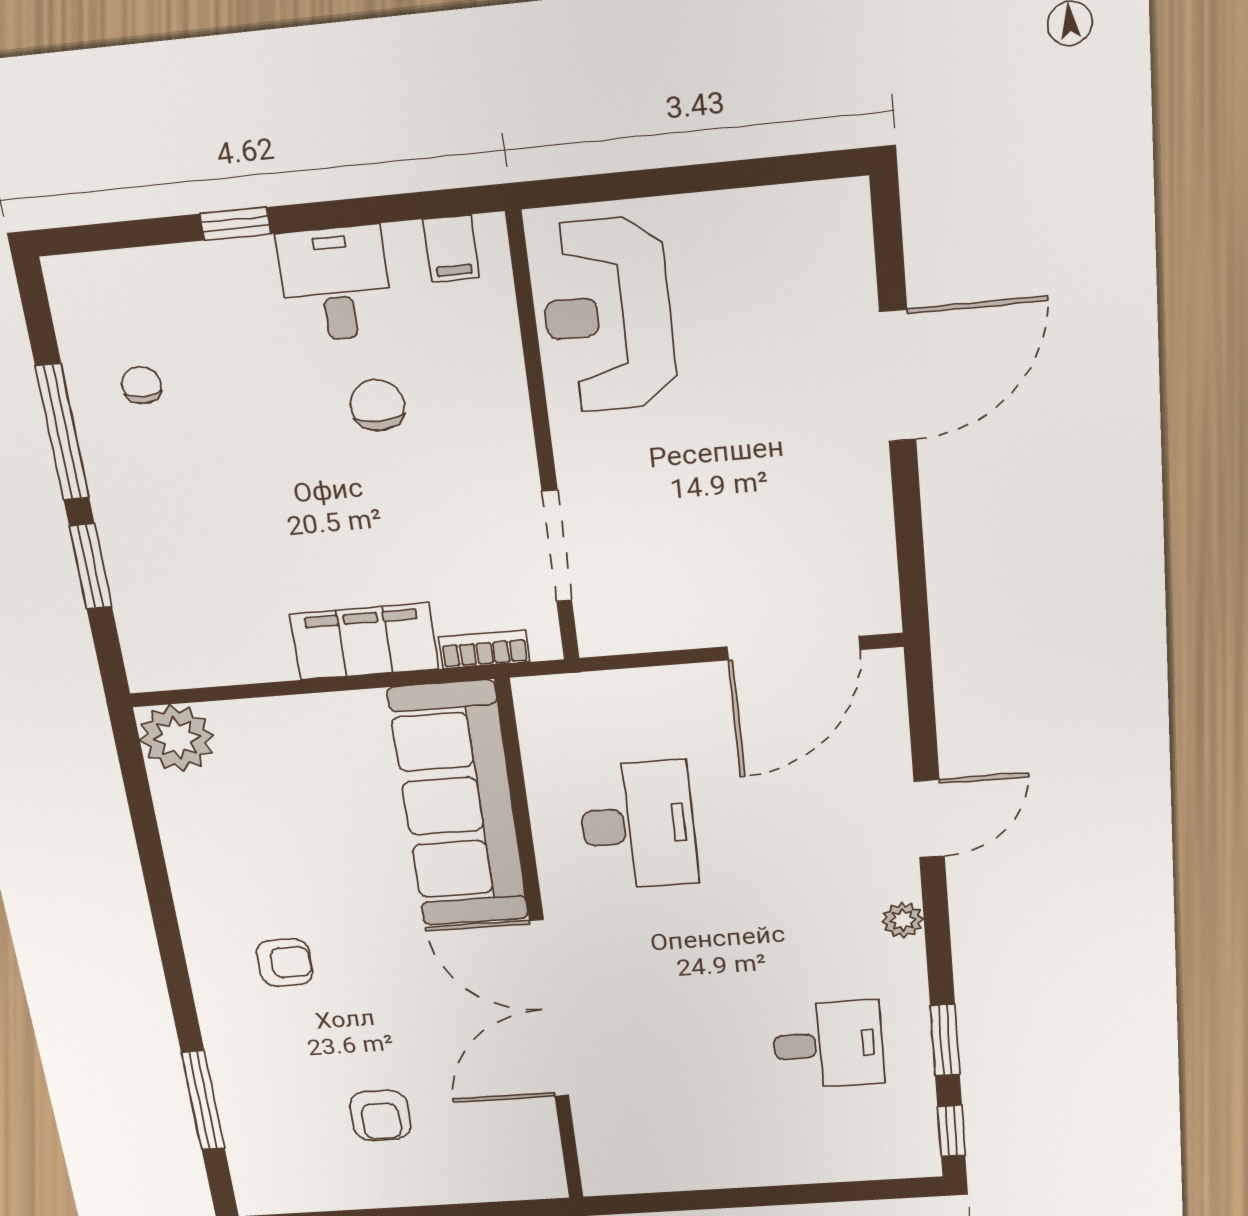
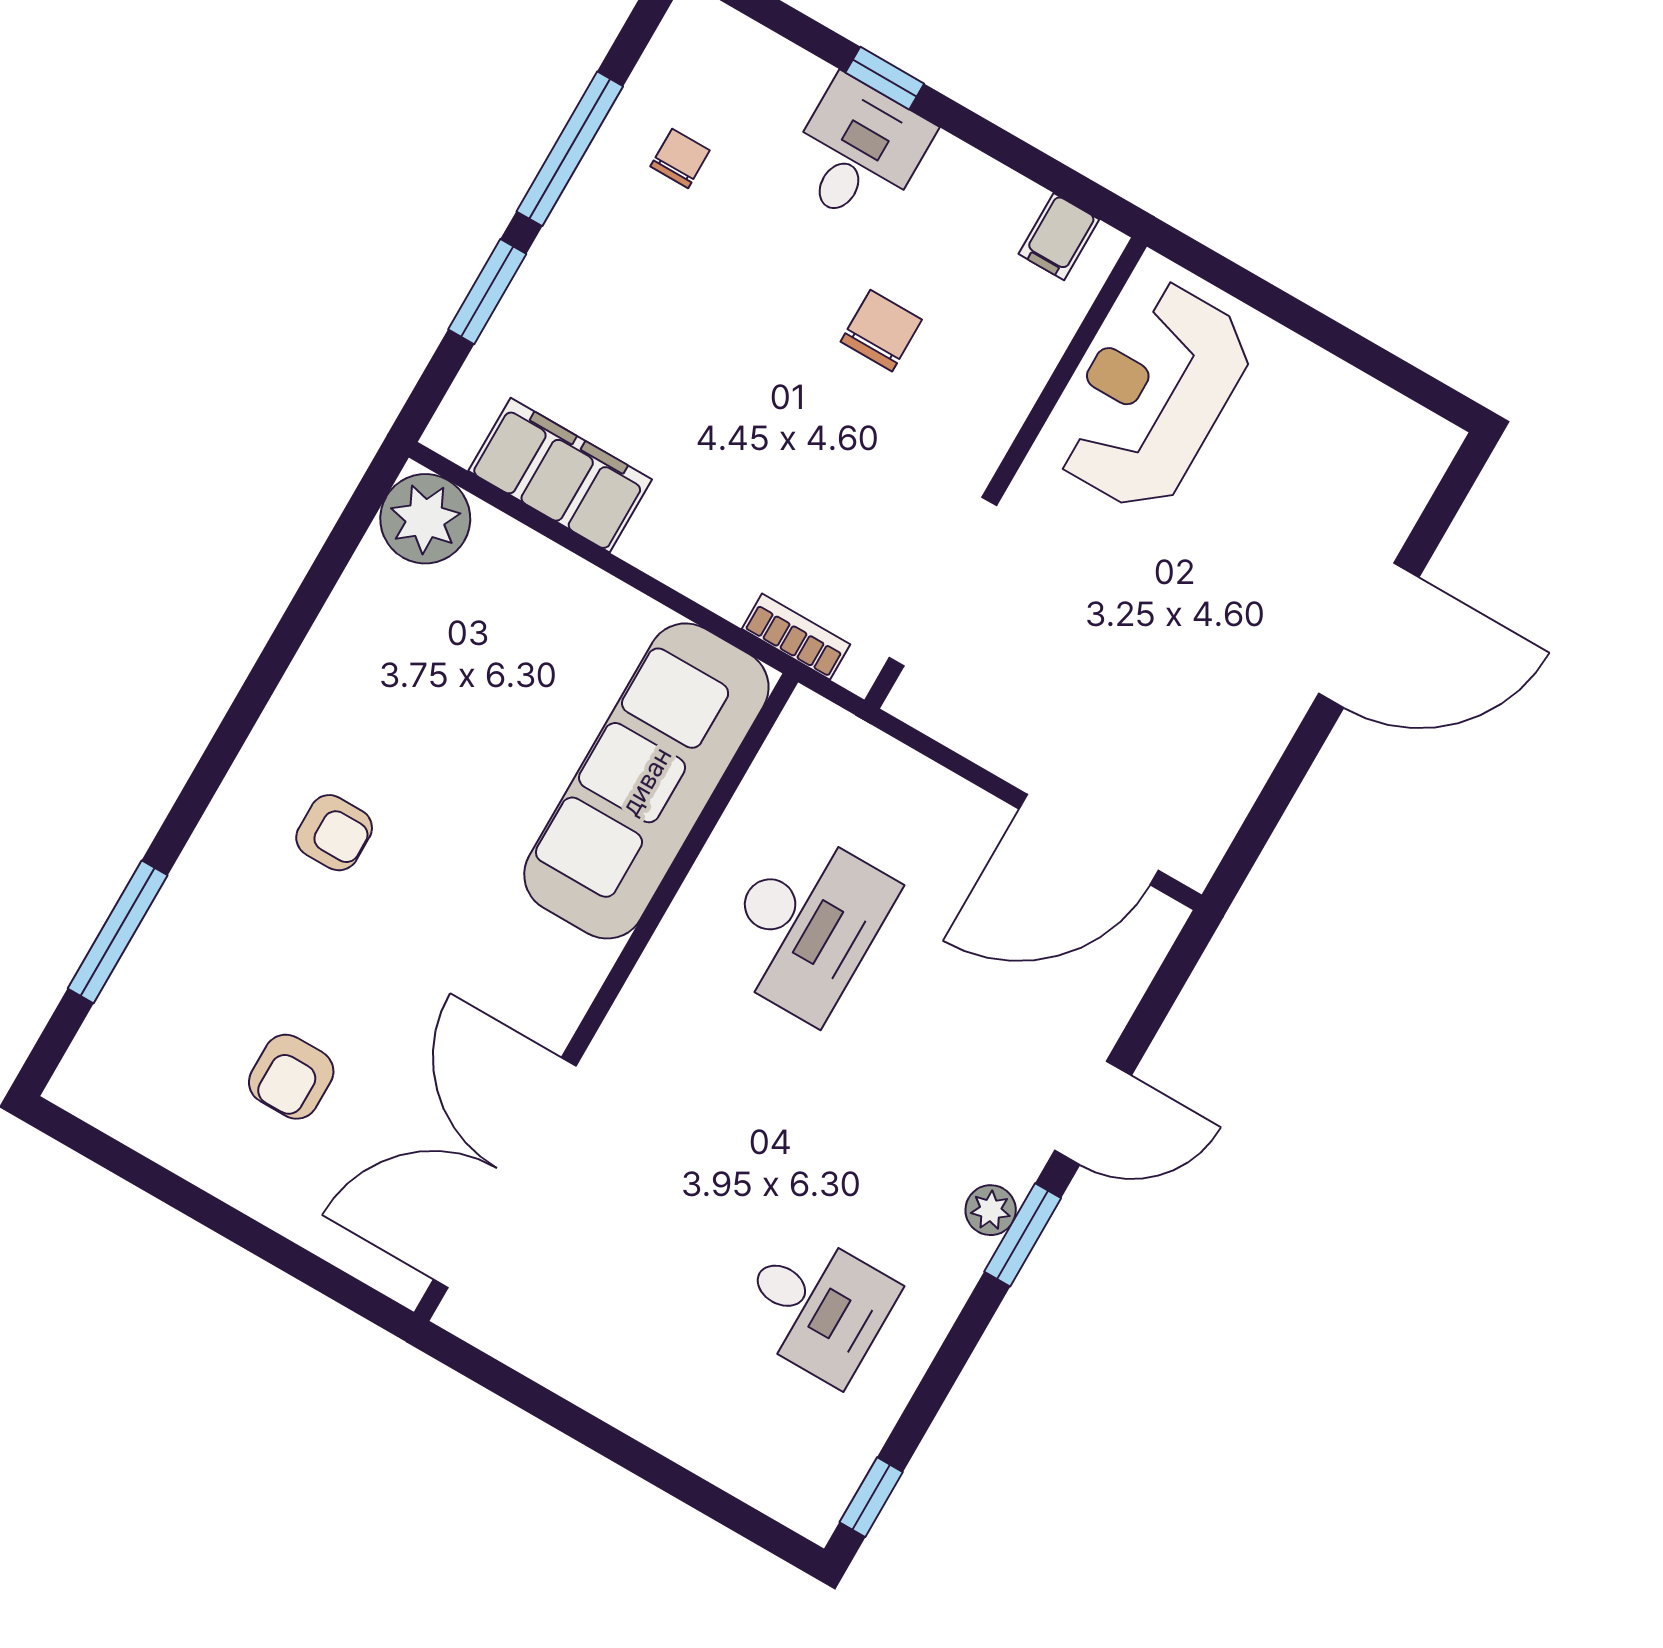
desk: (336, 284) -> (858, 152), moved
doorway: (557, 546) -> (943, 582), width x1.36
filing cabinet: (364, 642) -> (560, 475), moved
double door: (549, 1009) -> (505, 1173), moved
window: (945, 1040) -> (1023, 1235), moved

